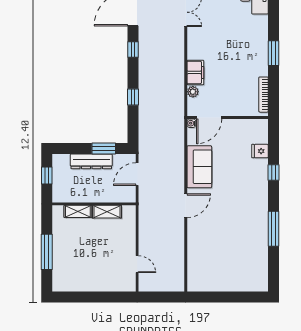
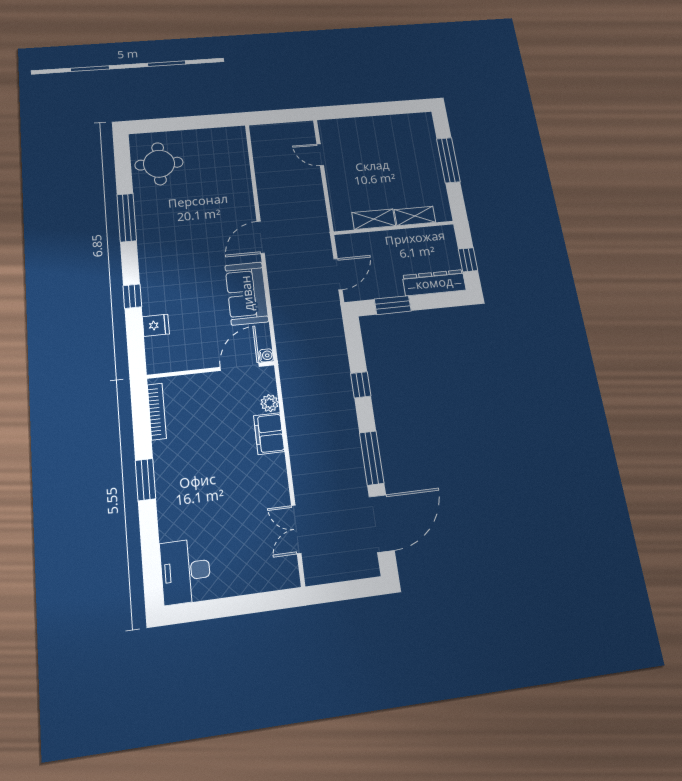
window: (133, 50) -> (372, 458), width x2.17
dresser: (91, 161) -> (434, 283), moved
round table: (249, 267) -> (159, 164), added

